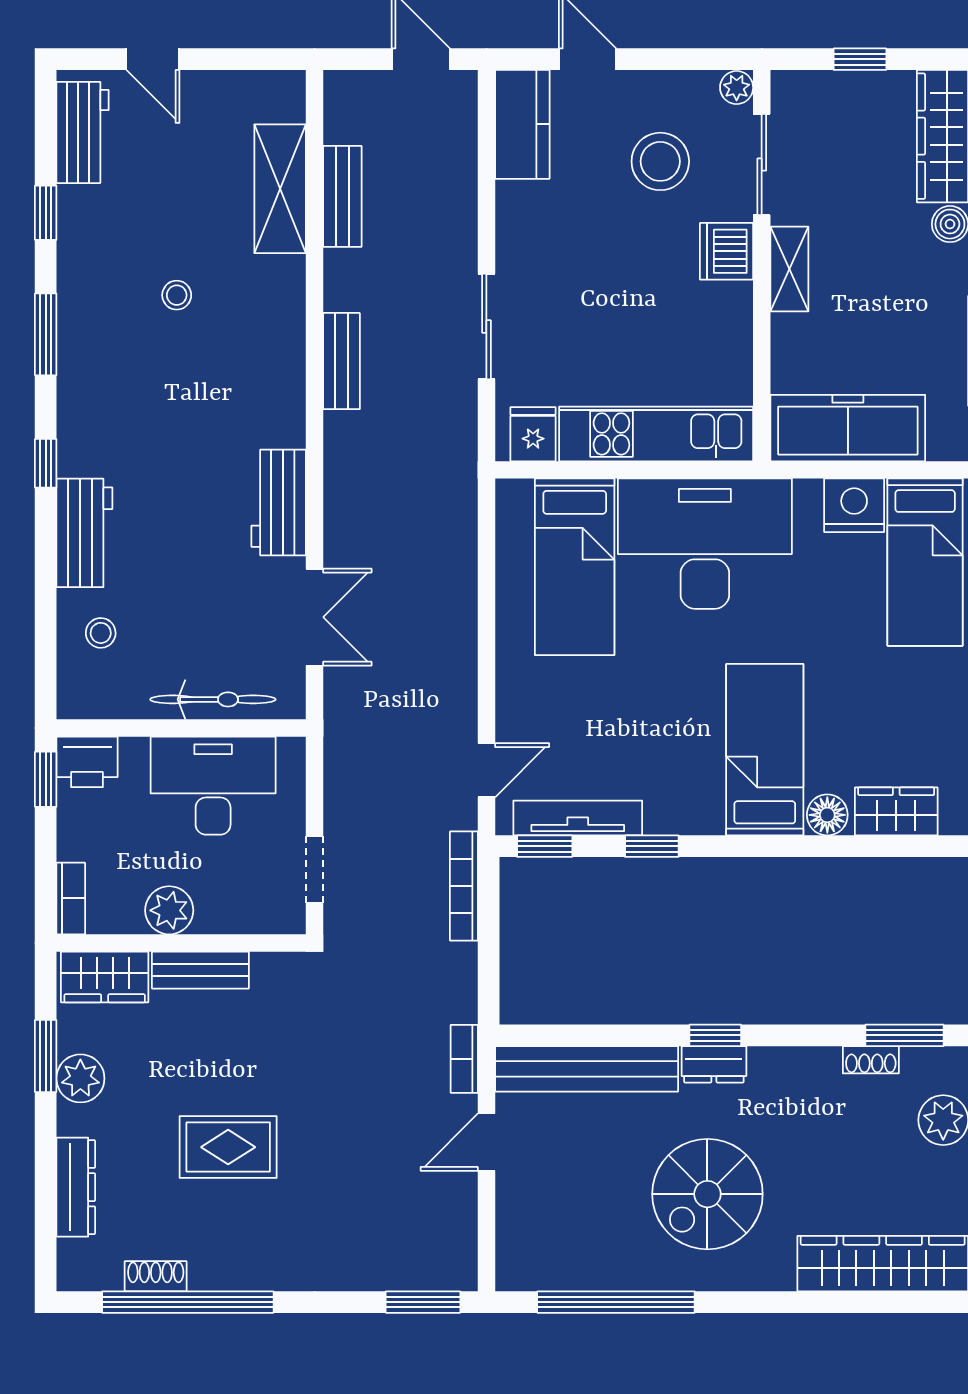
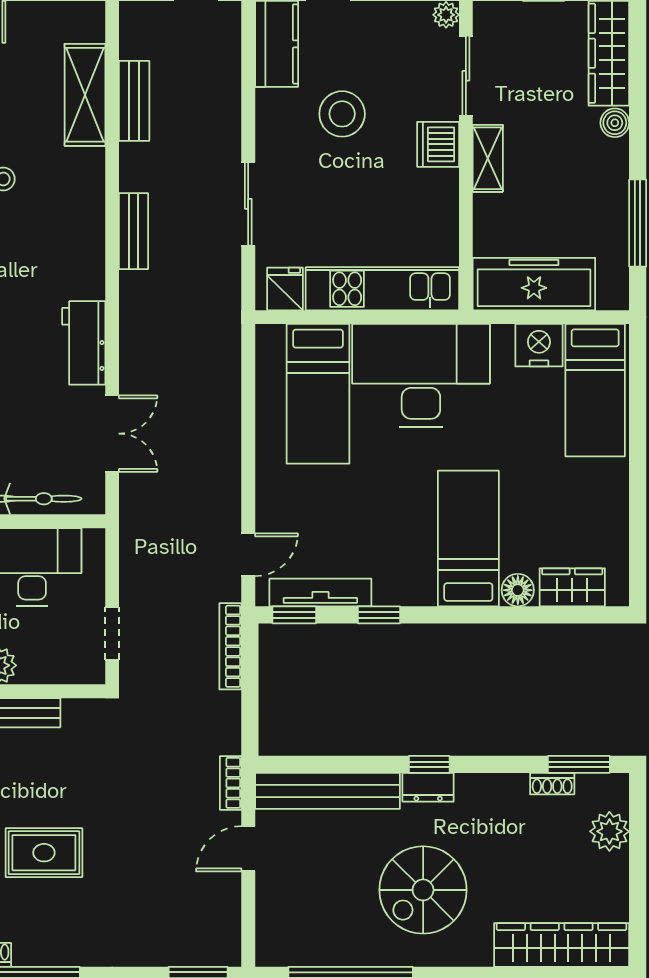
stool: (660, 161) -> (342, 114), moved

